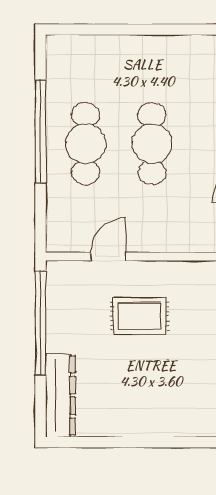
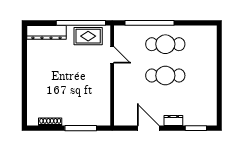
window: (40, 131) -> (149, 23), moved
rug: (140, 316) -> (88, 36), moved, turned 90

